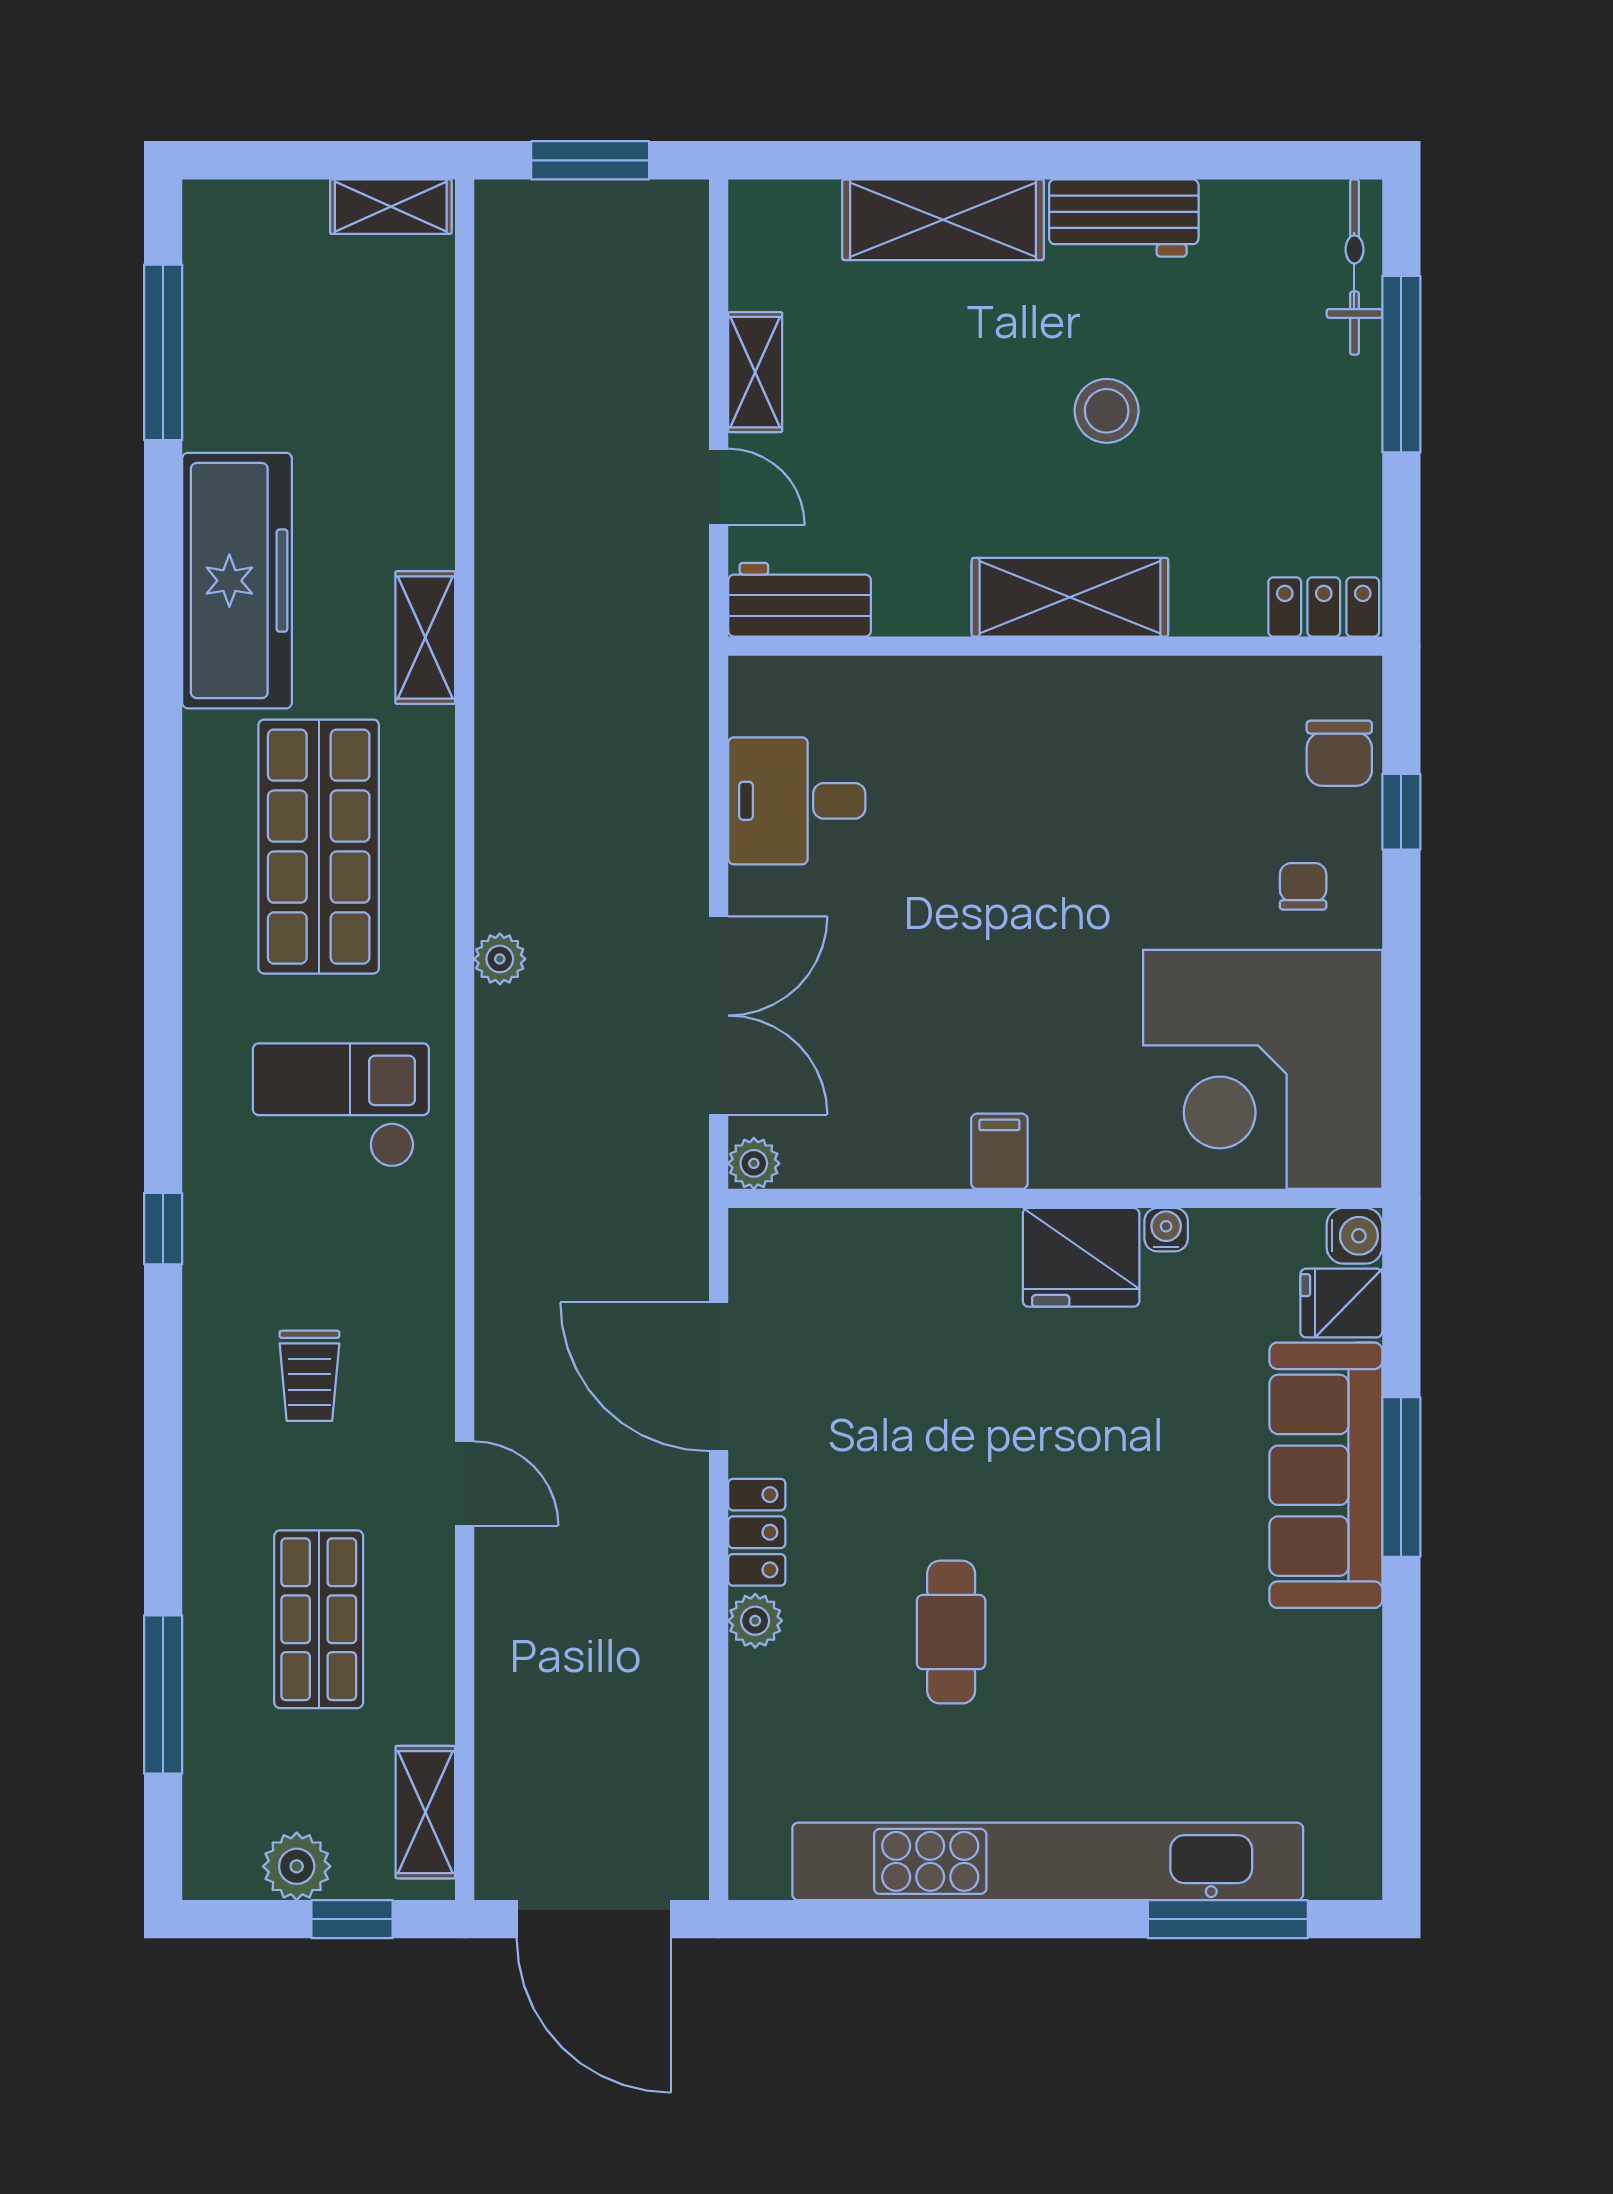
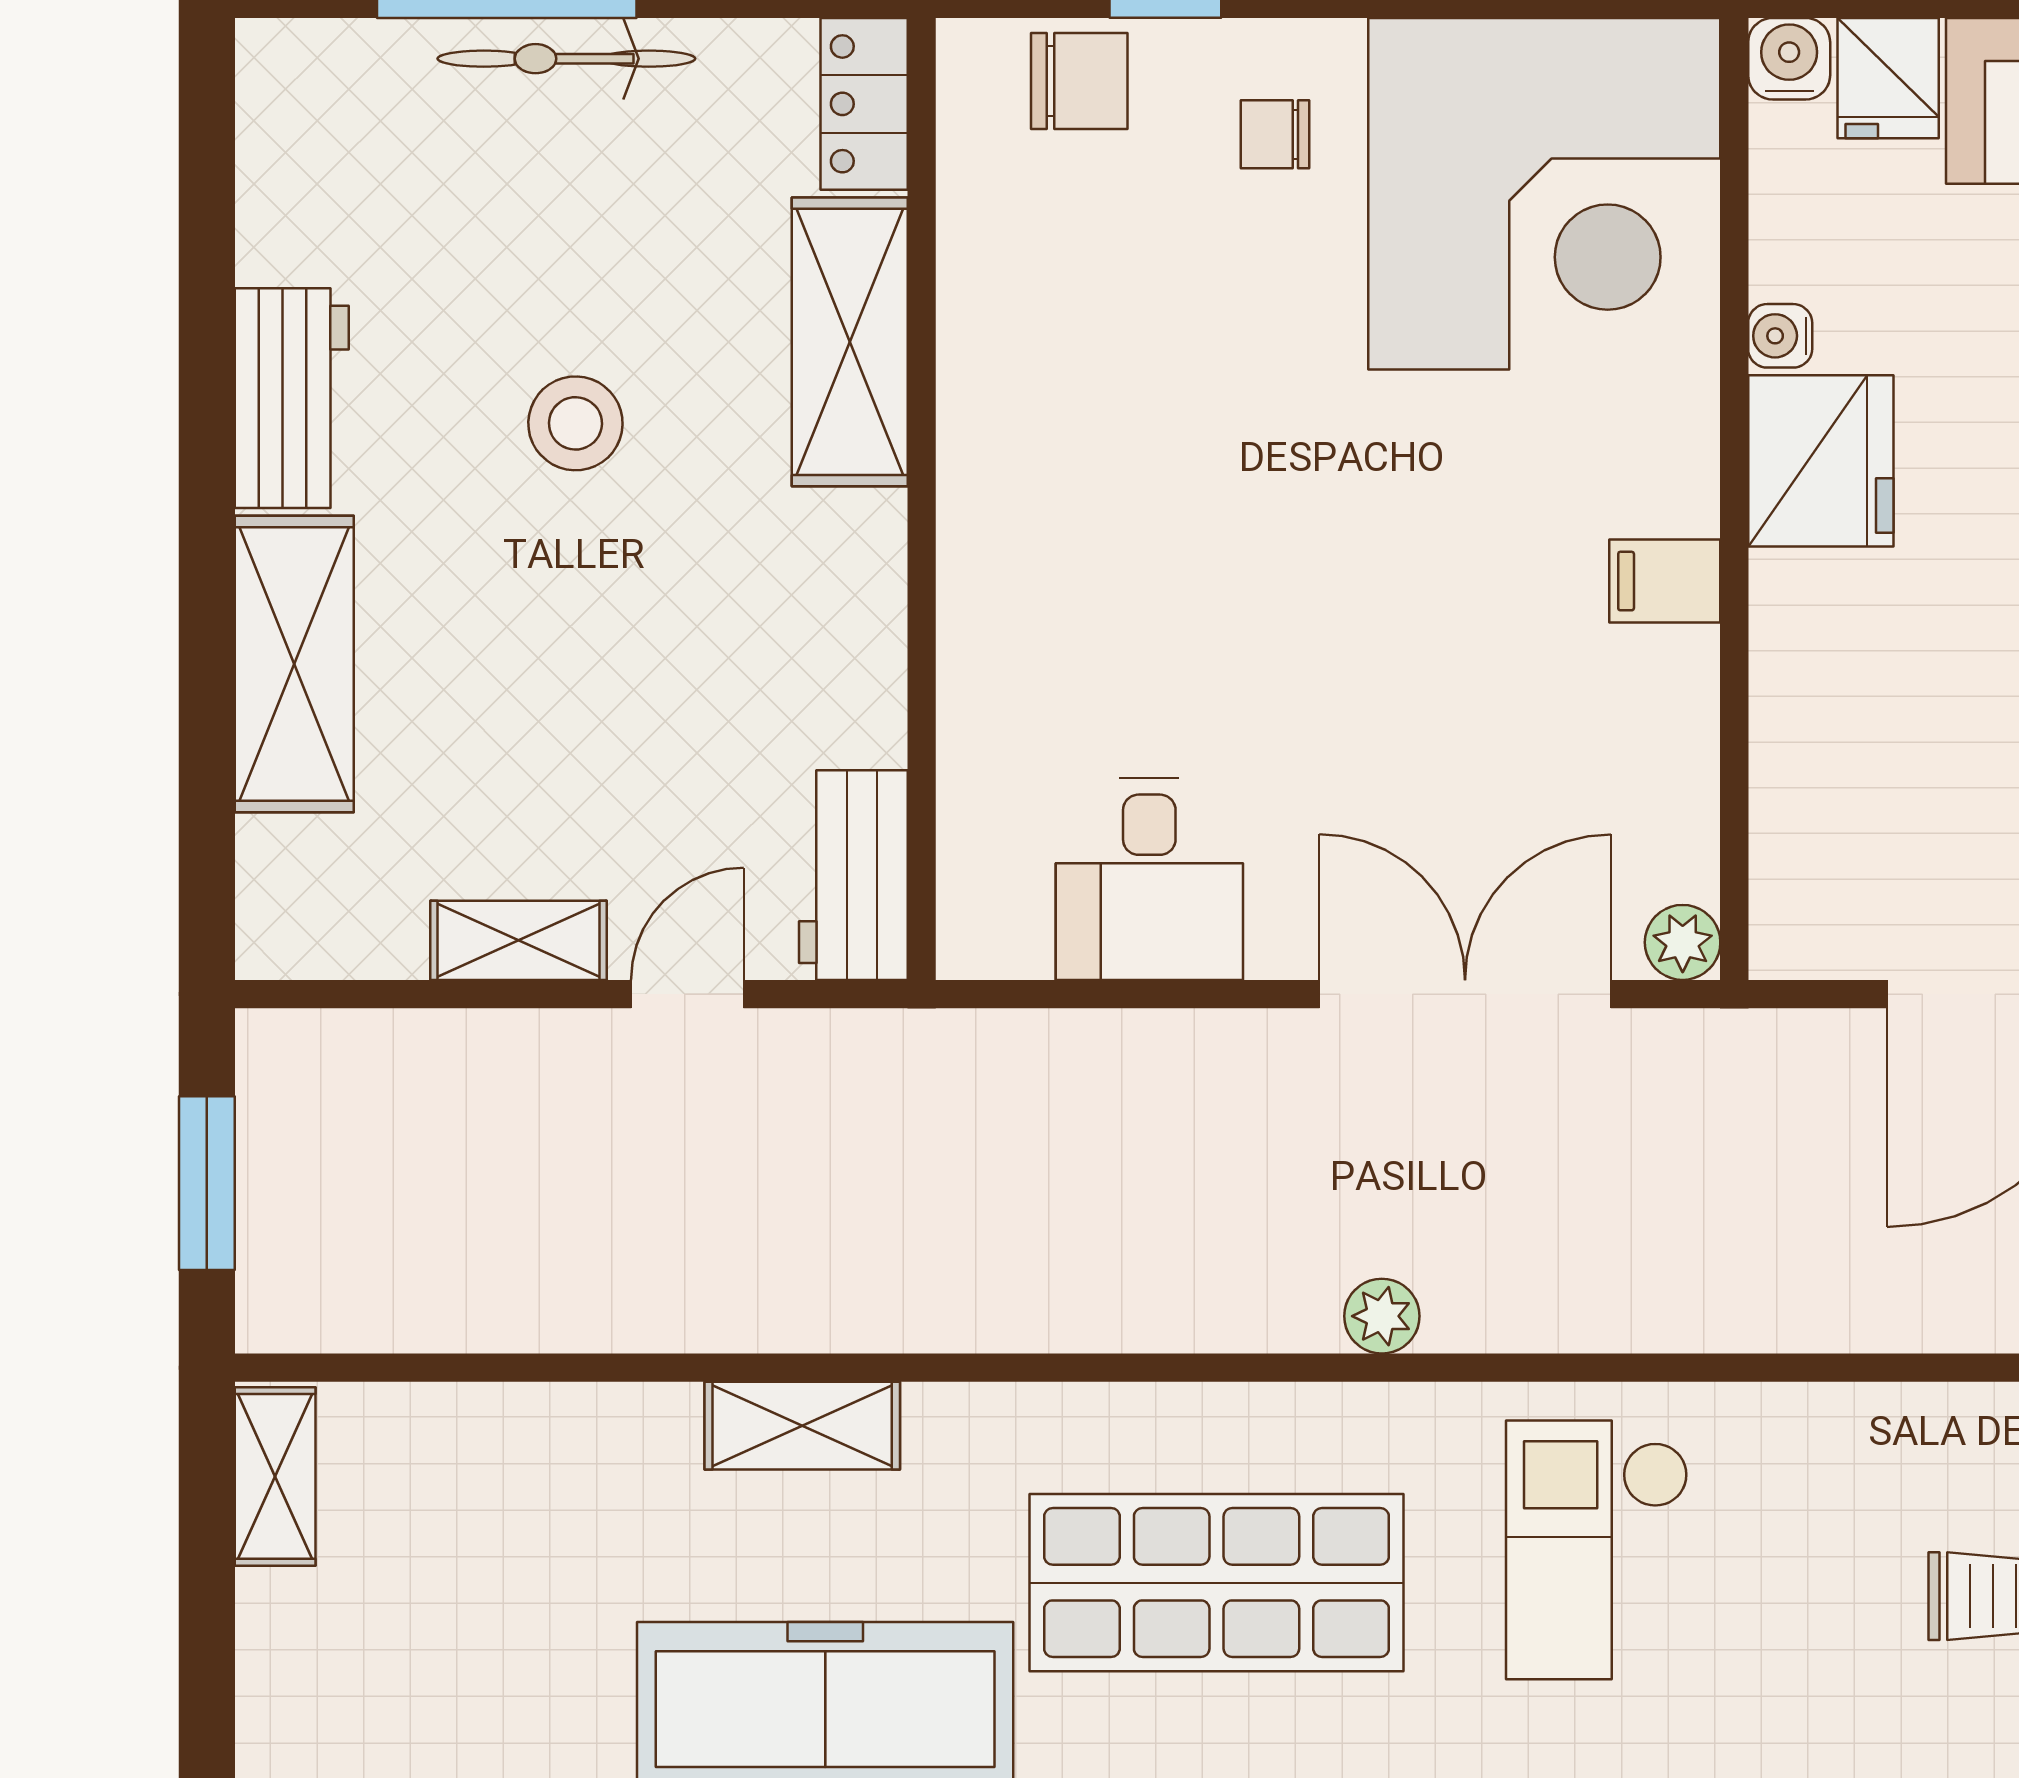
bicycle: (1354, 267) -> (566, 59), moved
shelving: (1070, 597) -> (850, 342), moved
shelving: (425, 637) -> (802, 1426), moved

